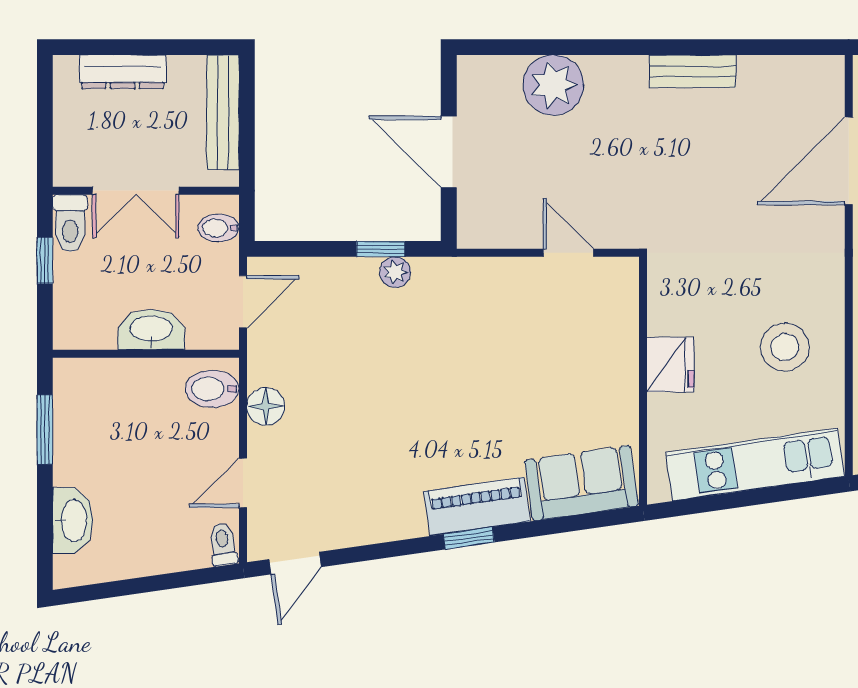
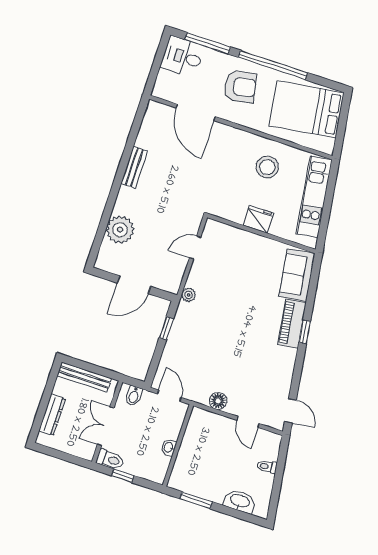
double door: (136, 191) -> (106, 426), swing flipped
plant: (395, 272) -> (189, 295), moved
washbasin: (151, 330) -> (169, 447), width x0.52, depth x0.69
bidet: (212, 389) -> (203, 422), removed
toilet: (223, 544) -> (267, 467), moved

